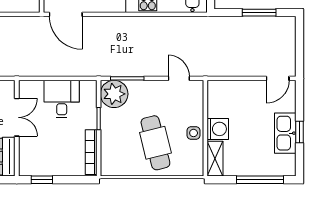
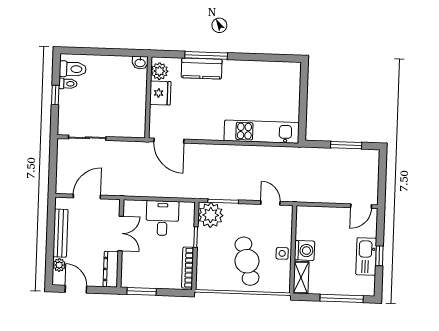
window: (42, 180) -> (142, 291), width x1.50

